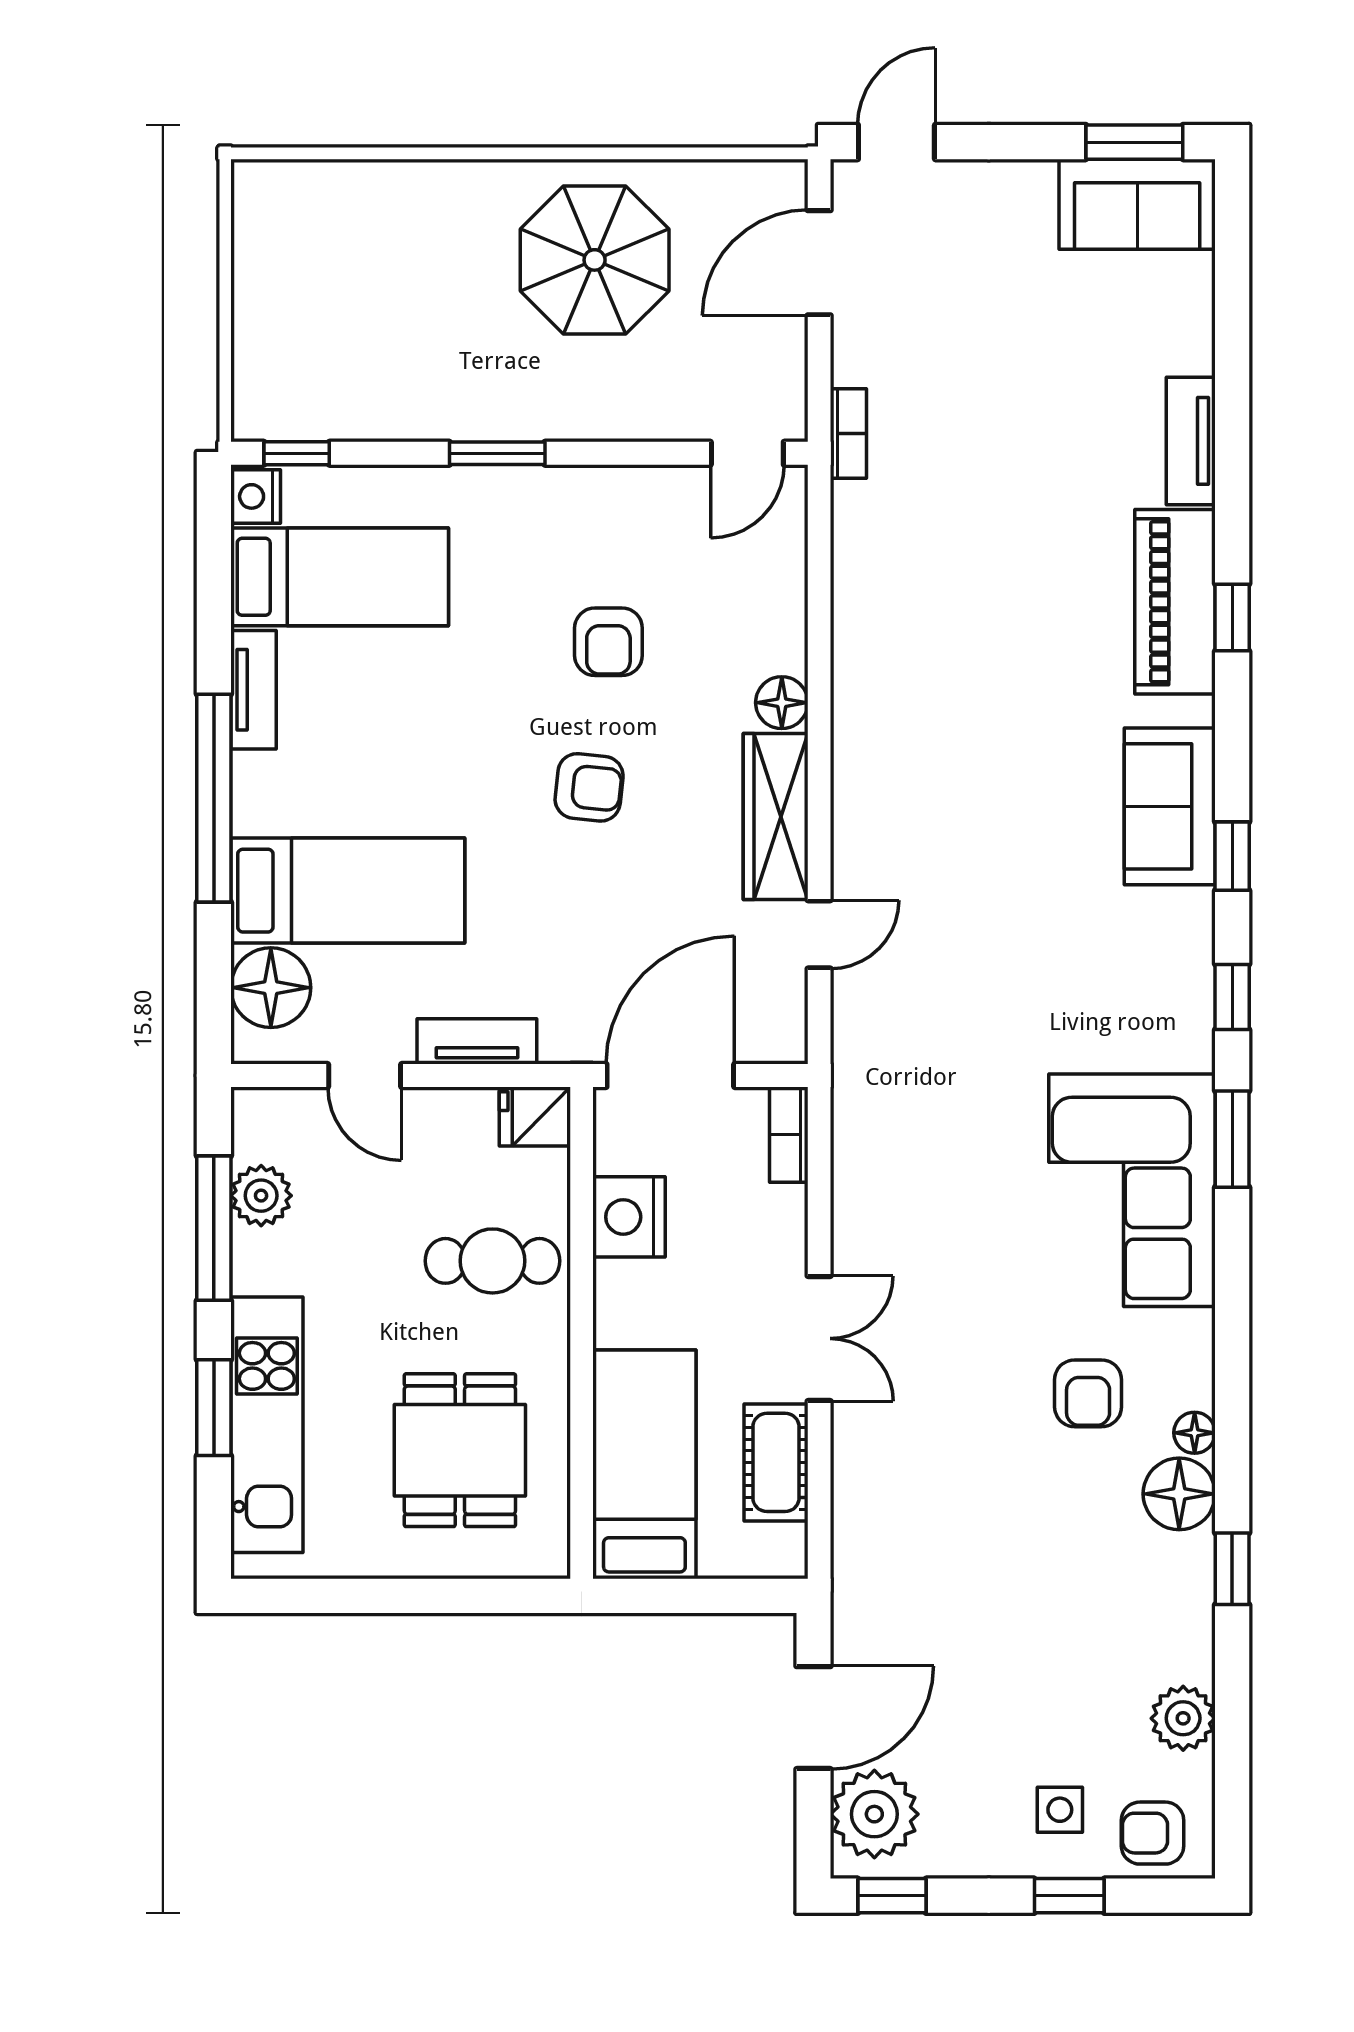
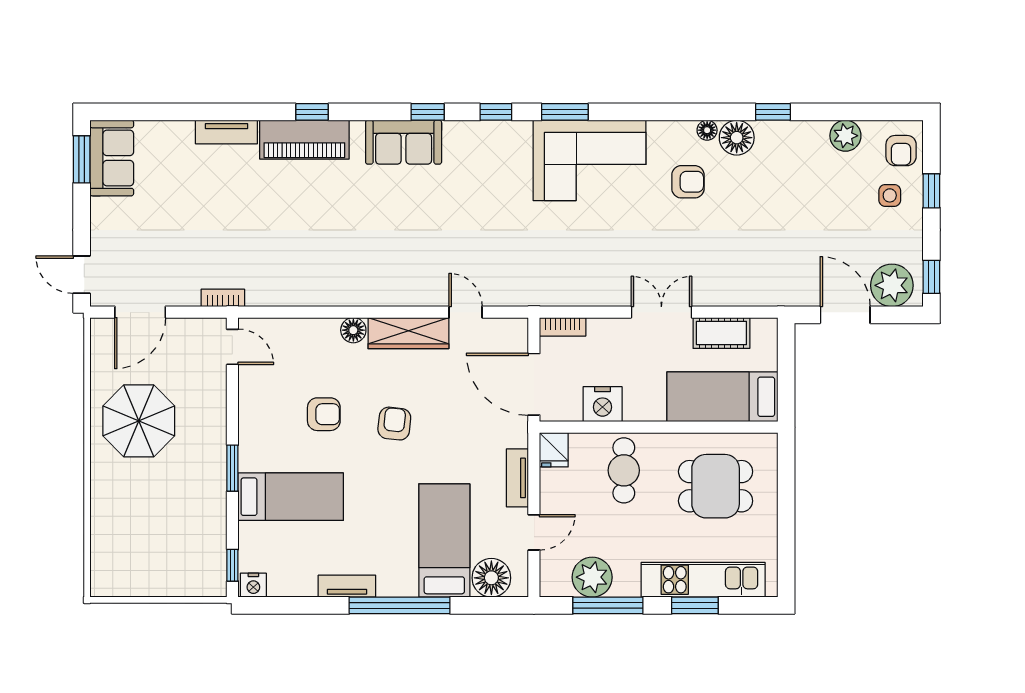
door: (819, 263) -> (140, 312), hinge flipped
bed: (340, 577) -> (291, 497), moved, turned 90
plant: (261, 1196) -> (592, 577), width x1.36, depth x1.36

